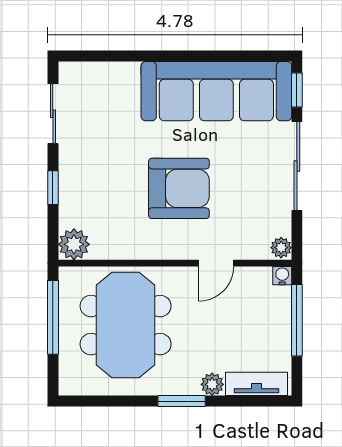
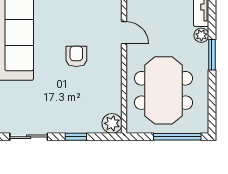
armchair: (179, 188) -> (76, 56), width x0.53, depth x0.53
window: (53, 317) -> (177, 137), moved
meeting table: (126, 325) -> (164, 90), turned 90

